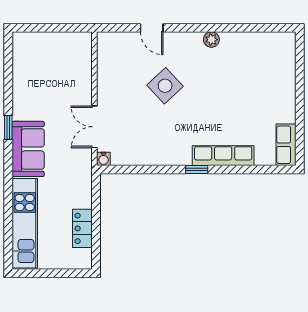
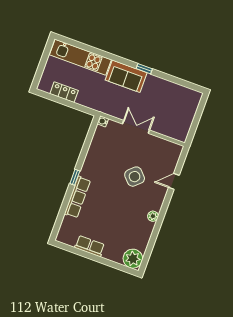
plant: (282, 46) -> (133, 259), added
double door: (94, 127) -> (136, 127), moved
row of seats: (286, 145) -> (90, 246), moved

